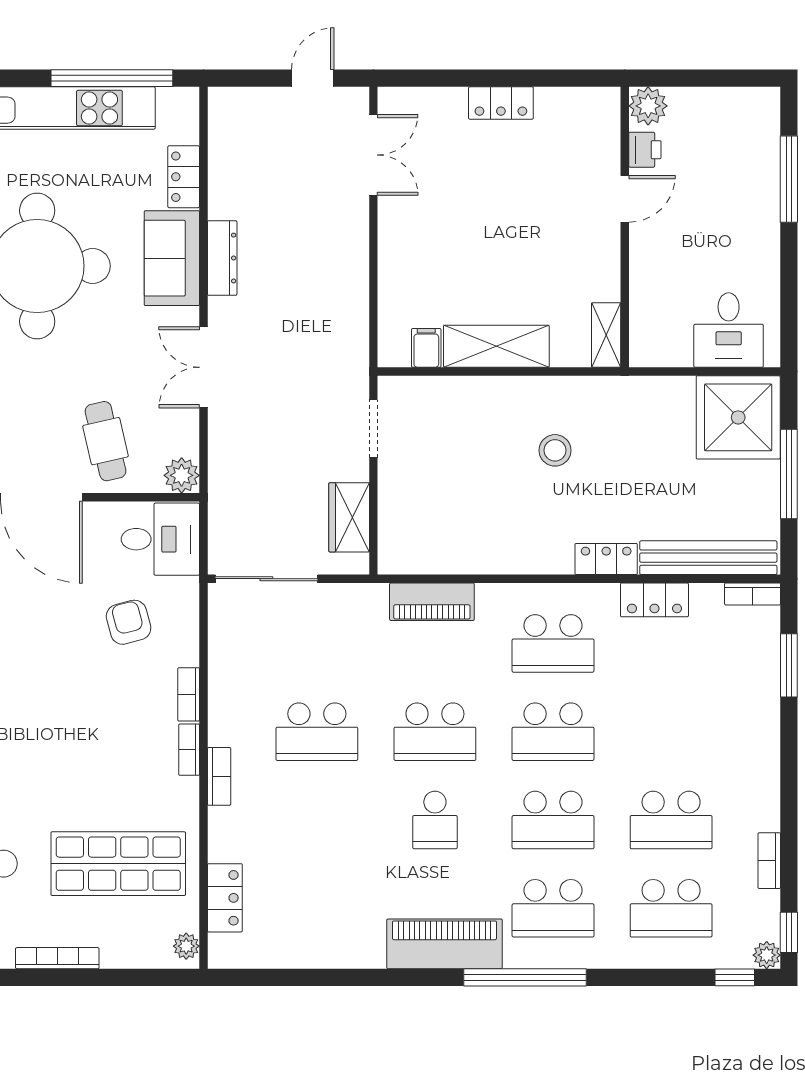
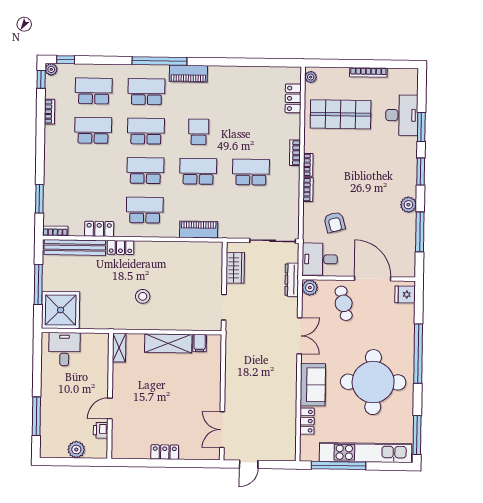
plant: (648, 106) -> (76, 450), moved
dresser: (222, 258) -> (292, 280), moved
piano: (444, 944) -> (188, 74), width x0.73, depth x0.75

